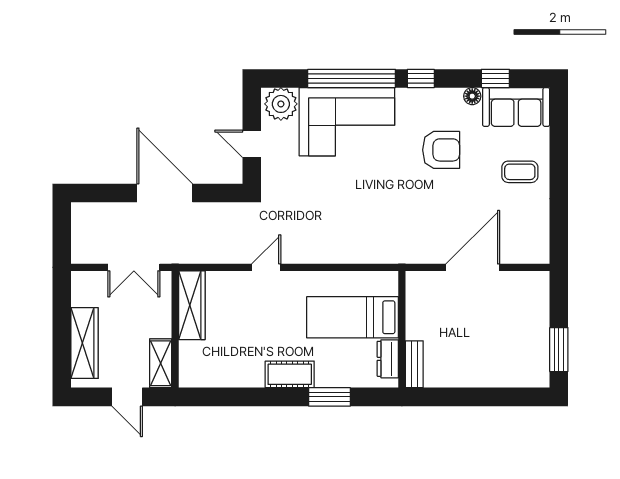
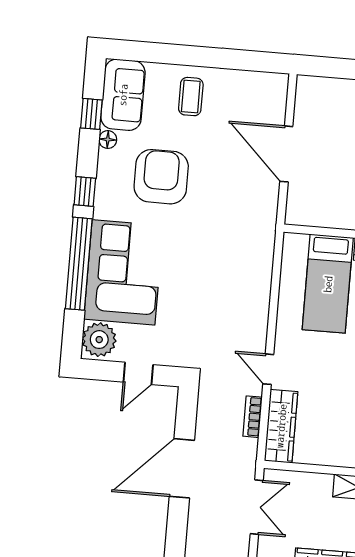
armchair: (441, 150) -> (161, 177), width x1.36, depth x1.36
bookcase: (220, 256) -> (253, 417), added
wardrobe: (192, 305) -> (281, 426), moved, turned 90

